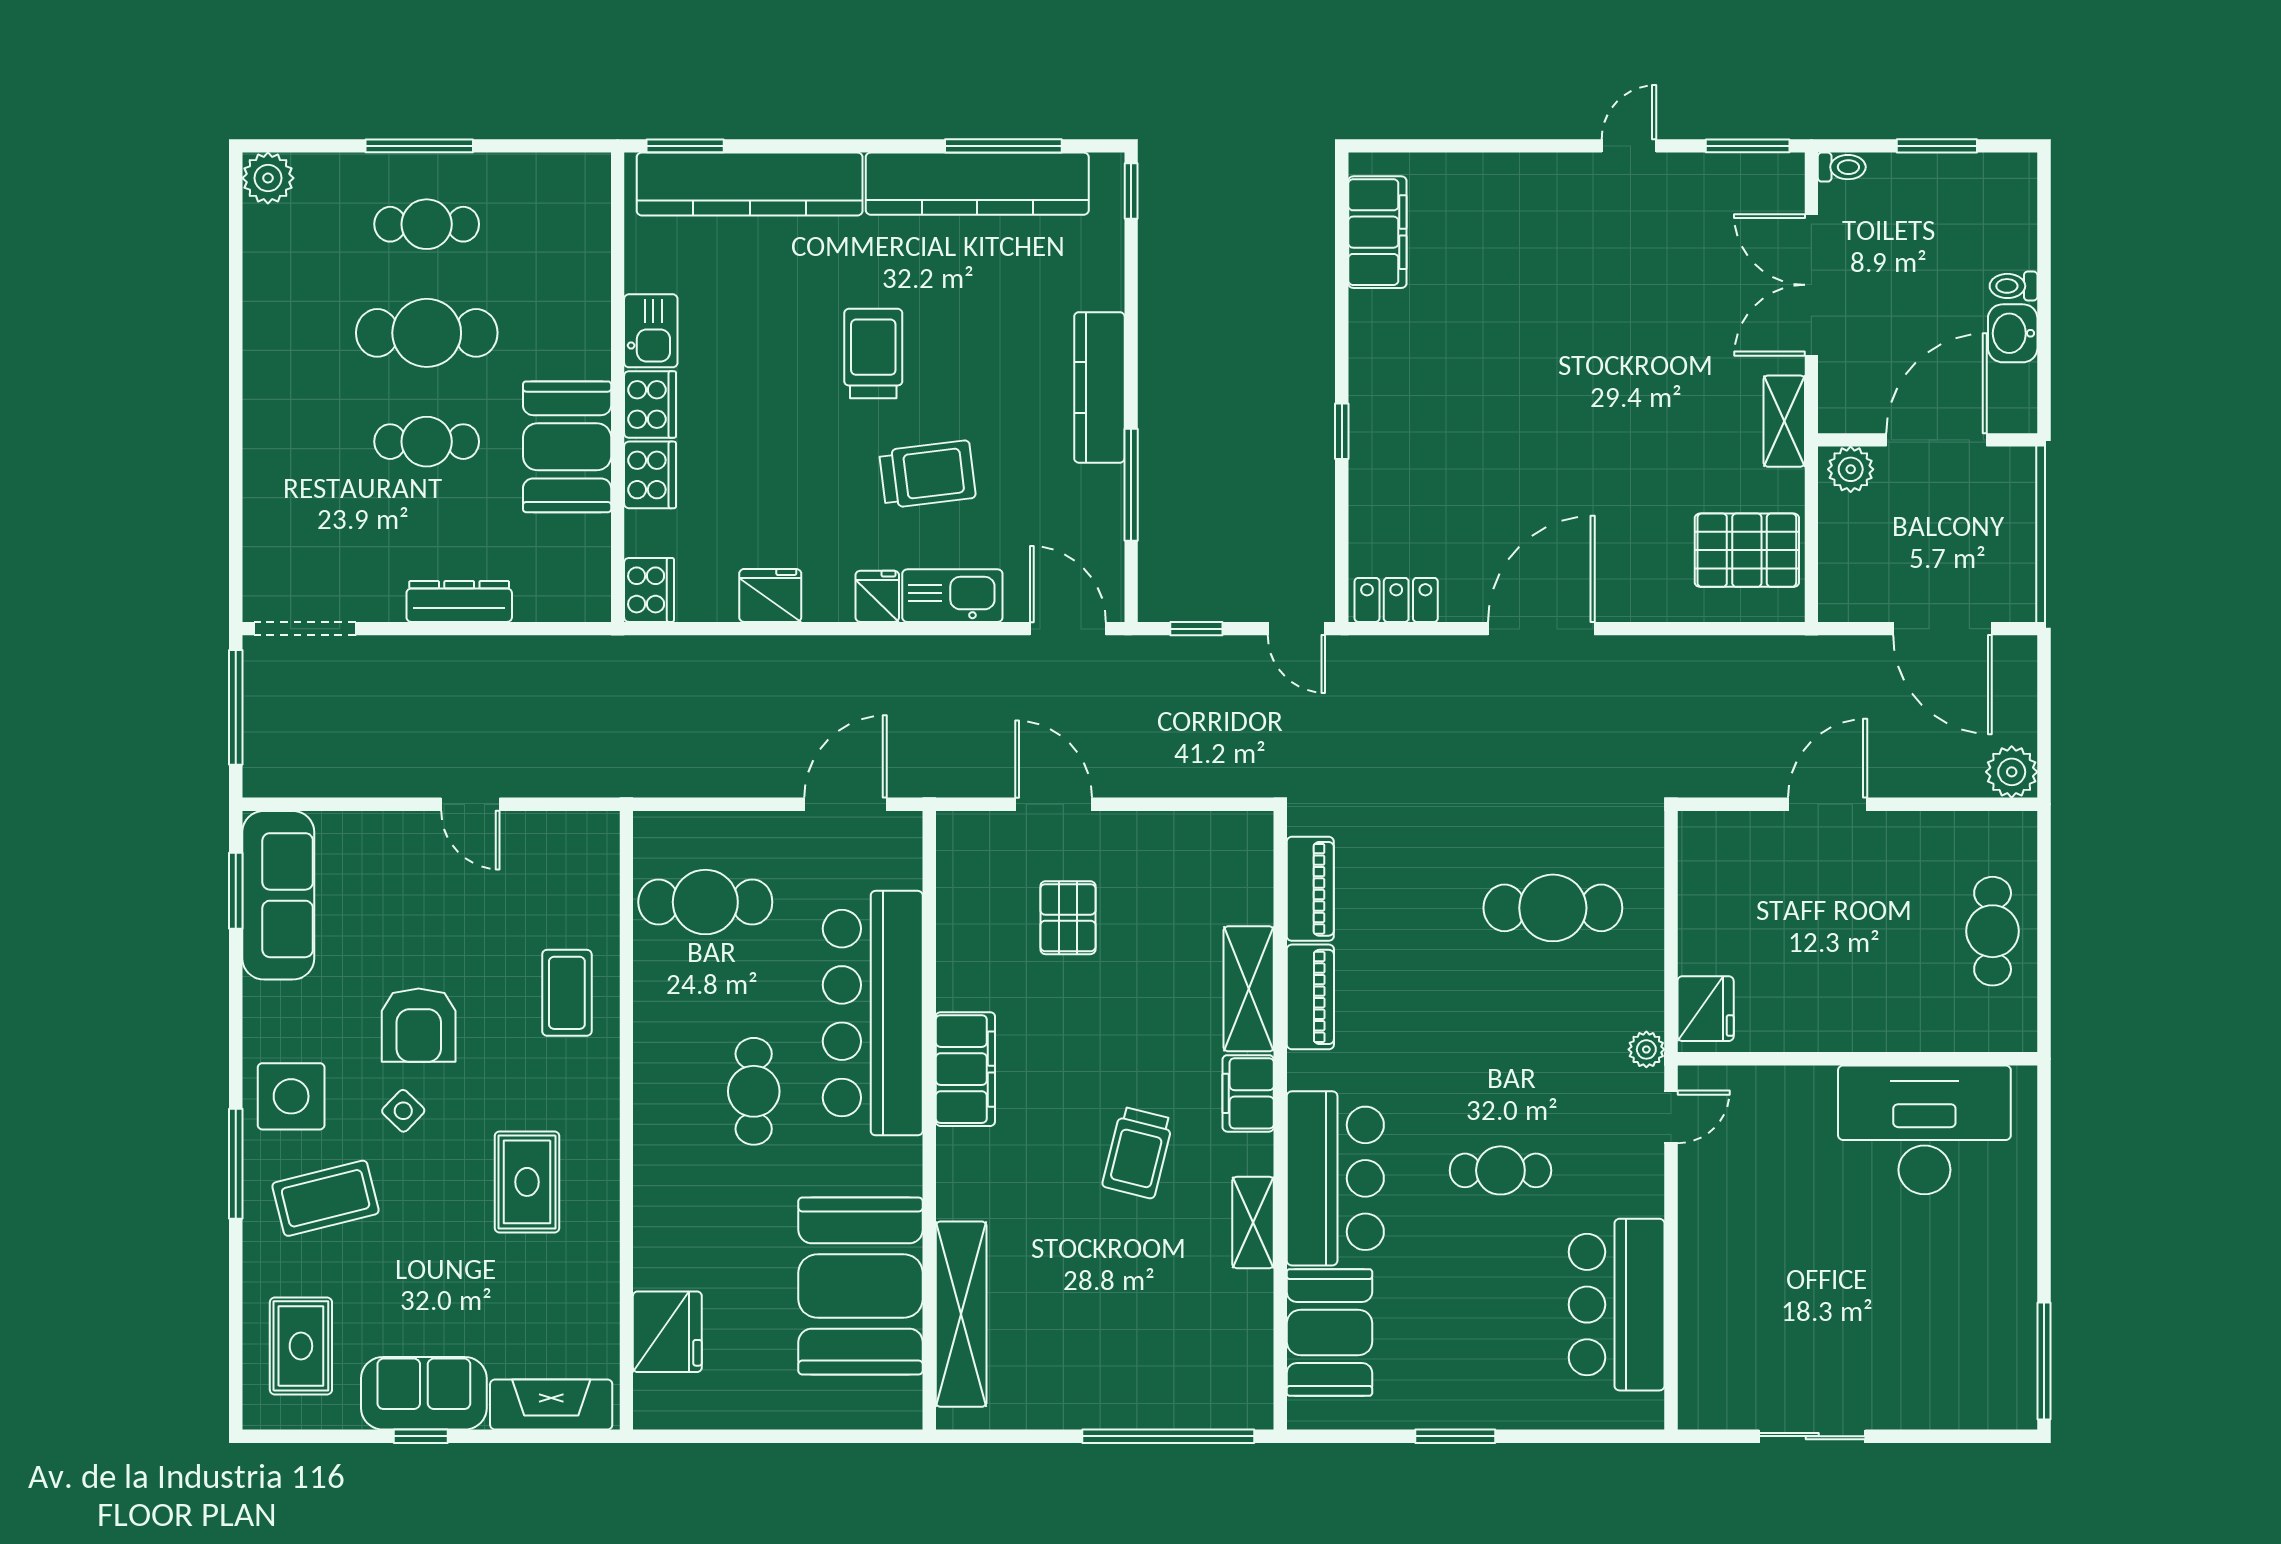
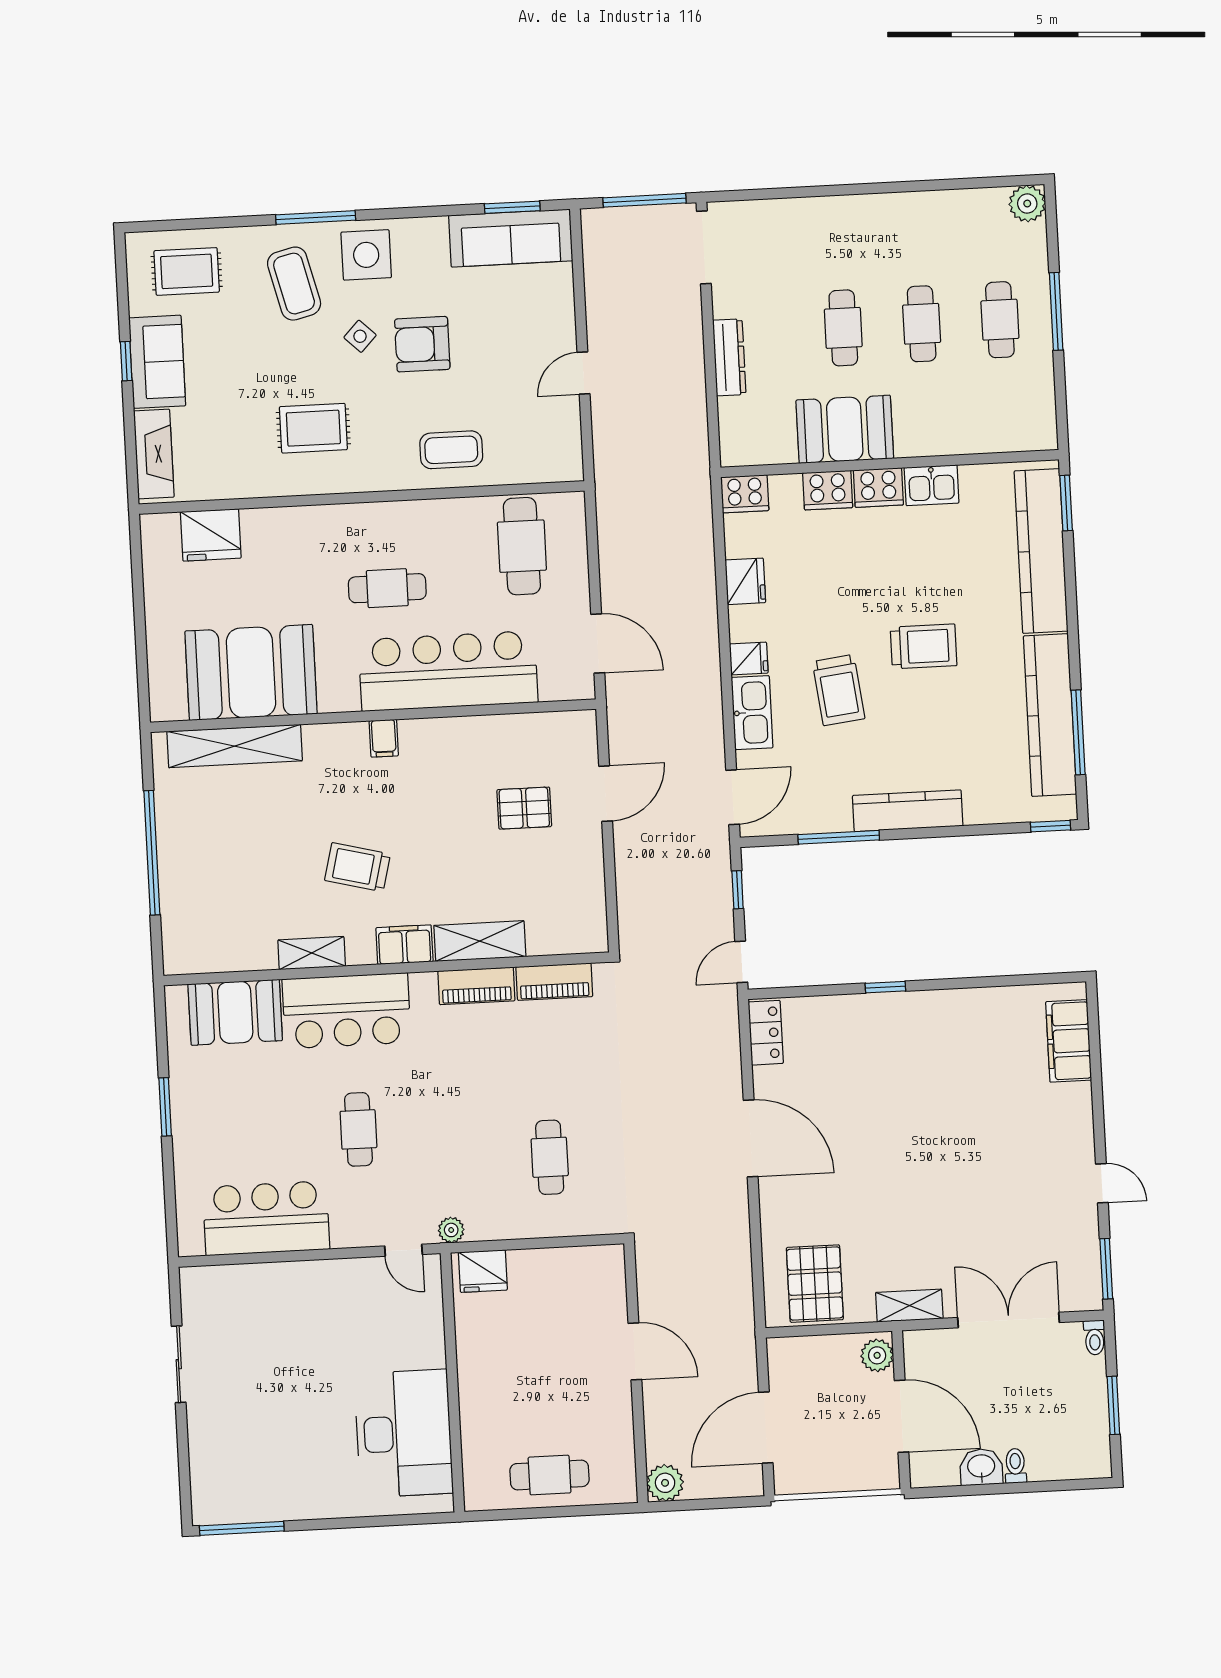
filing cabinet: (1377, 232) -> (1069, 1041), moved, turned 90
cafe table: (427, 333) -> (922, 324), width x0.73, depth x0.74
cafe table: (1553, 908) -> (550, 1157), width x0.73, depth x0.74
filing cabinet: (965, 1069) -> (384, 738), width x0.33, depth x0.86
window: (1168, 1436) -> (152, 853), moved

